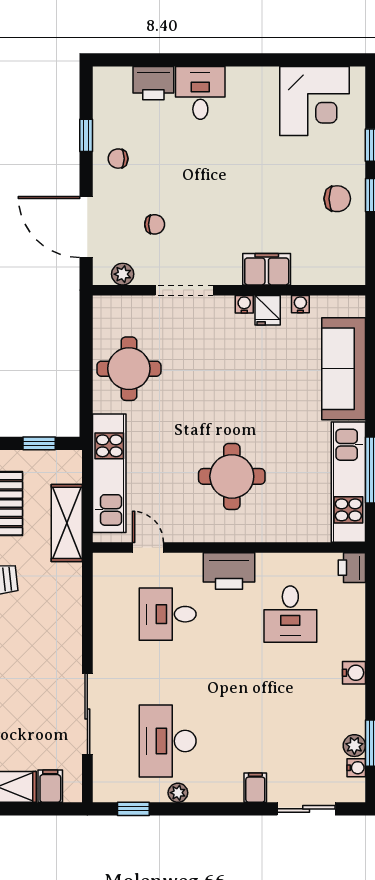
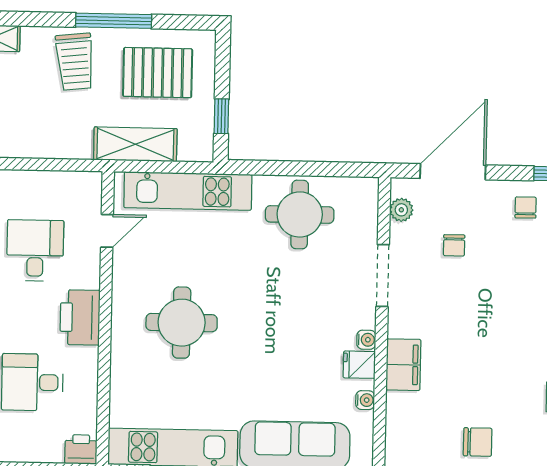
chair: (337, 199) -> (478, 442), turned -90

